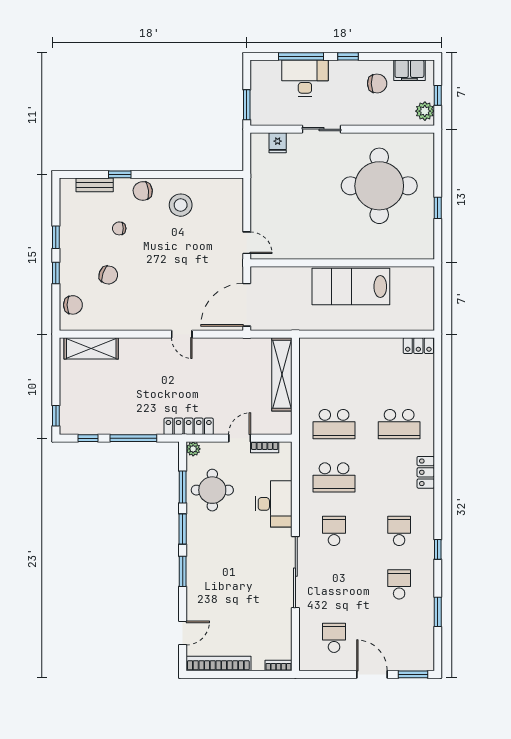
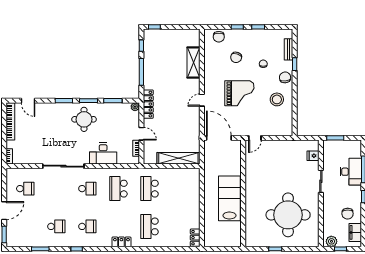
grand piano: (170, 269) -> (239, 93), added
shelving: (91, 348) -> (194, 62), moved
round table: (212, 490) -> (84, 119), moved

